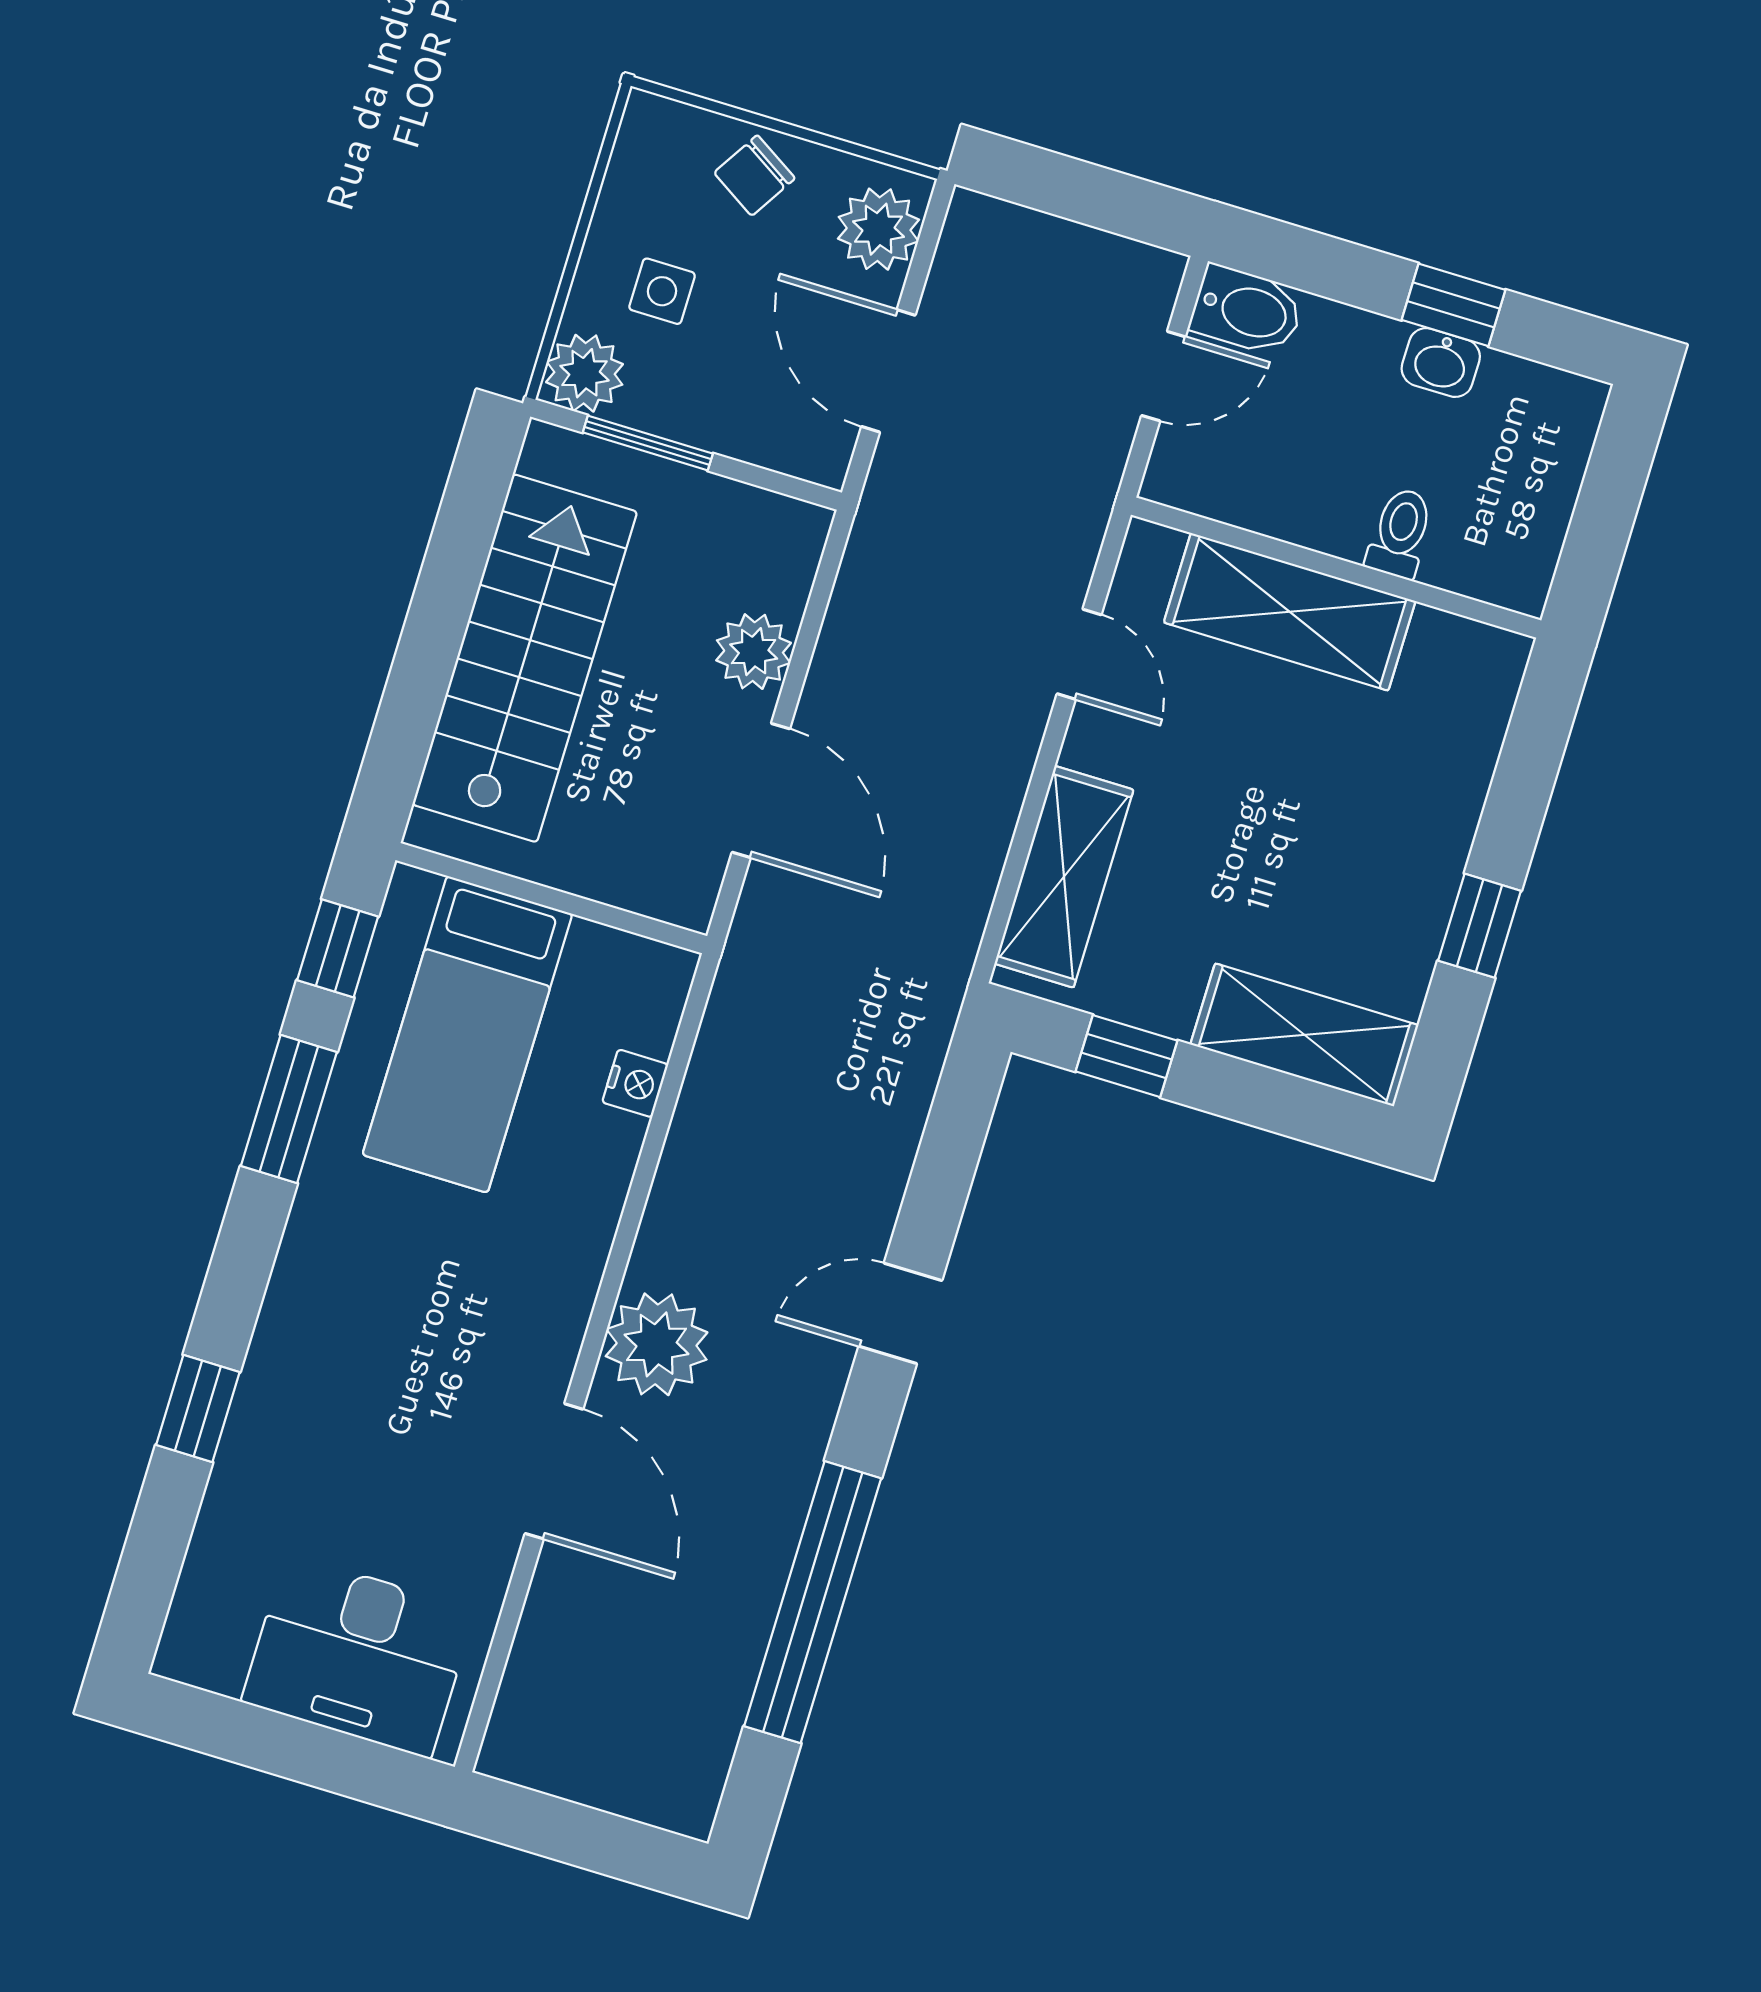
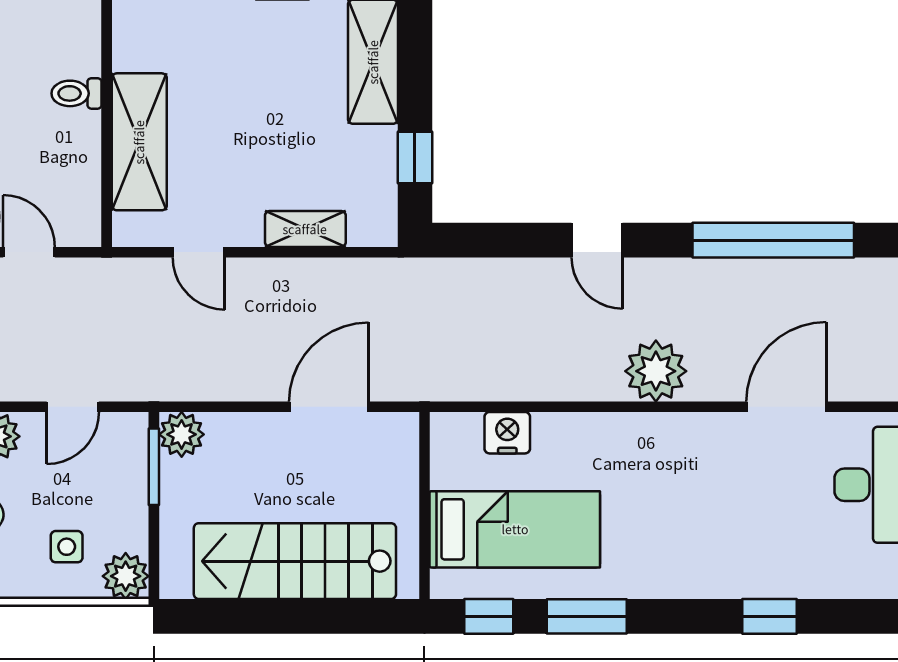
door: (888, 371) -> (73, 407), width x0.73
window: (648, 443) -> (154, 467), moved
plant: (754, 652) -> (182, 434), moved
door: (1079, 654) -> (199, 252), swing flipped
shelving: (1064, 877) -> (305, 229), width x0.67, depth x0.75
nightstand: (635, 1083) -> (507, 433), width x1.39, depth x1.35
door: (554, 1471) -> (786, 407), moved

